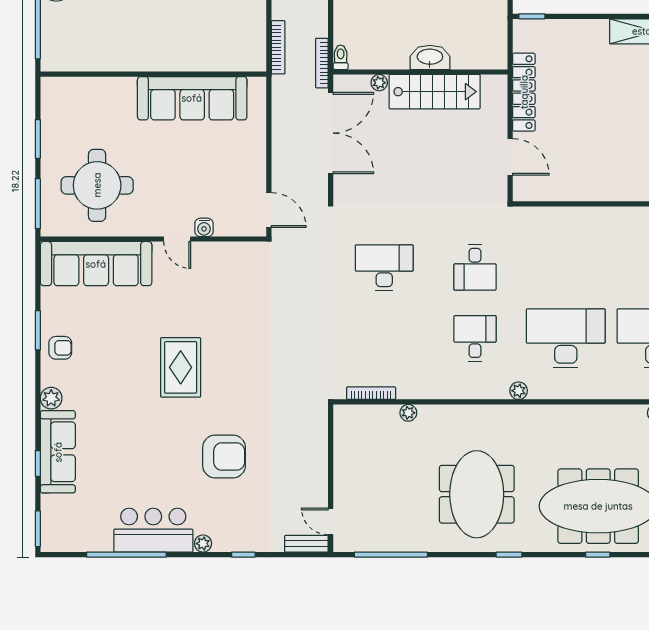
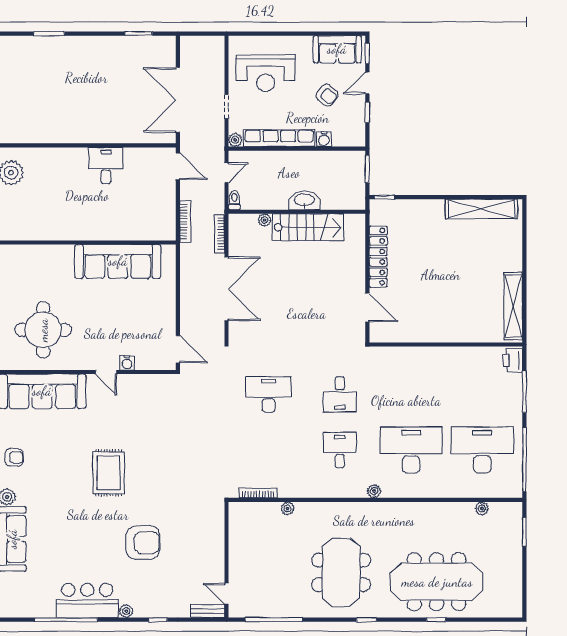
toilet: (341, 57) -> (234, 200), moved
washbasin: (430, 57) -> (304, 200), moved
wall: (420, 72) -> (297, 212), moved
plant: (379, 83) -> (265, 220), moved
stairs: (435, 92) -> (308, 227), moved

